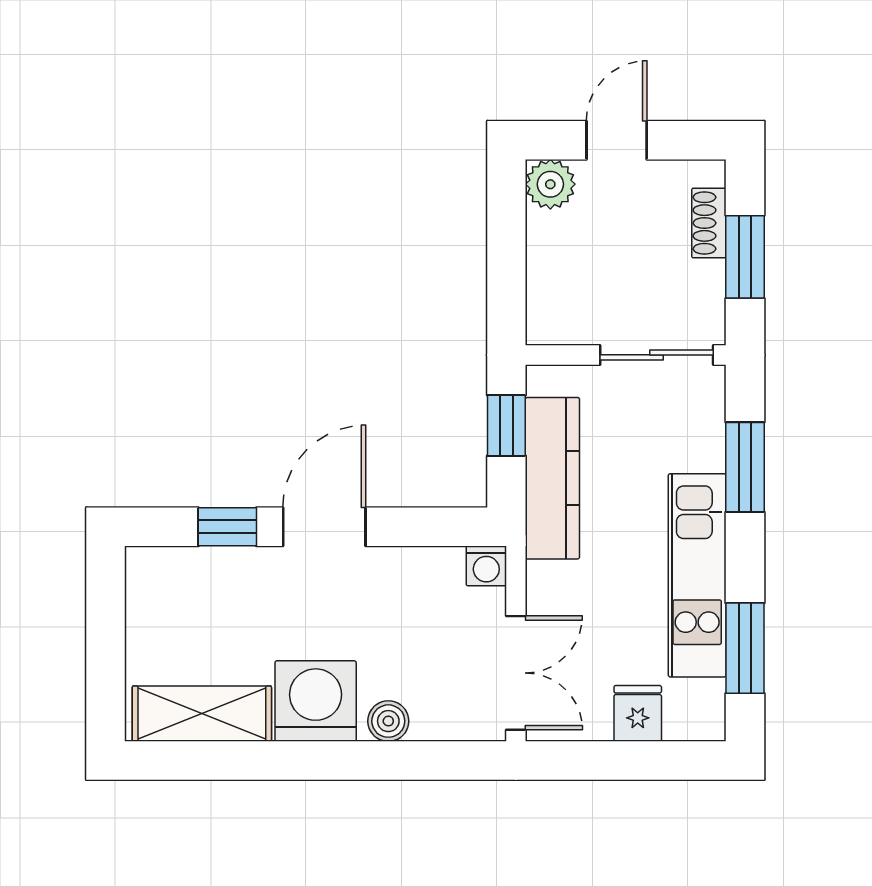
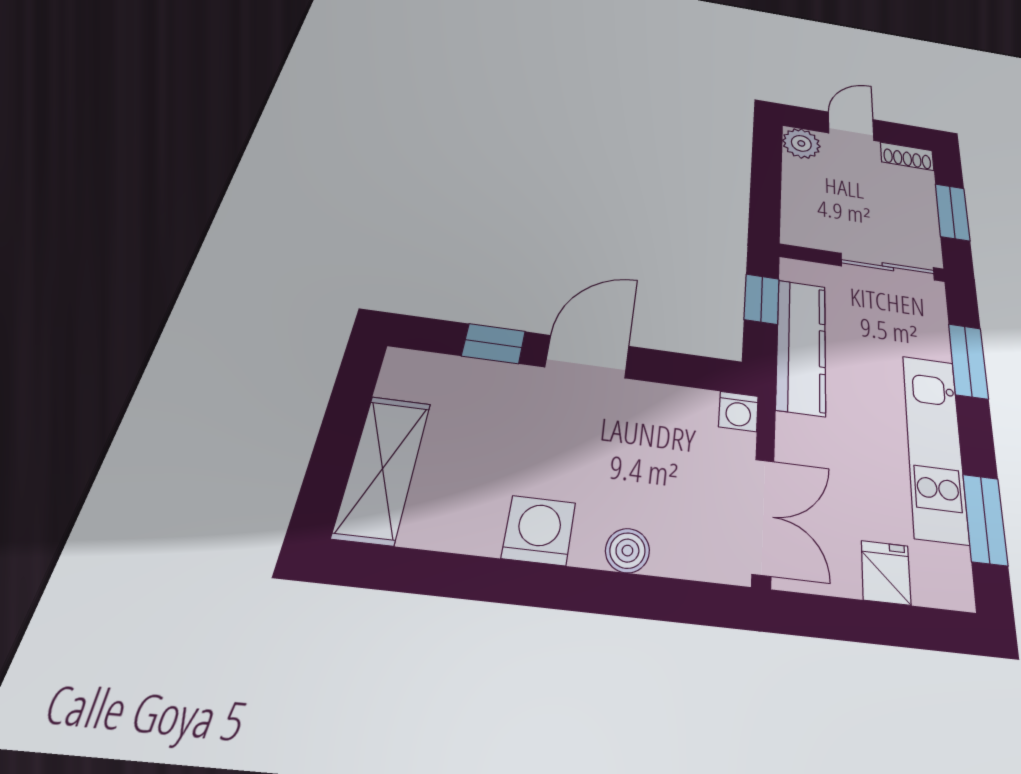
shoe rack: (709, 223) -> (907, 156), moved, turned -90
washing machine: (316, 701) -> (539, 530), width x0.73, depth x0.73
shelving: (202, 714) -> (383, 469), moved, turned 90

